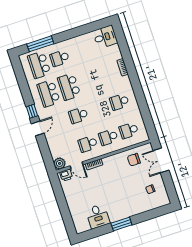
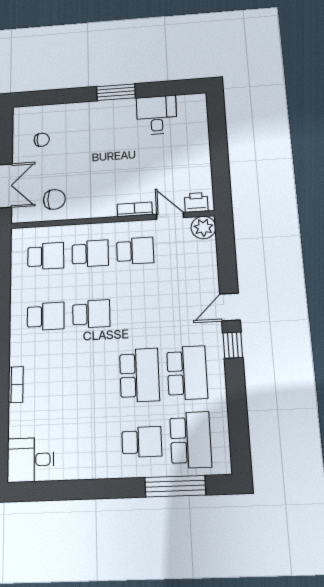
school desk: (78, 115) -> (91, 314), moved

